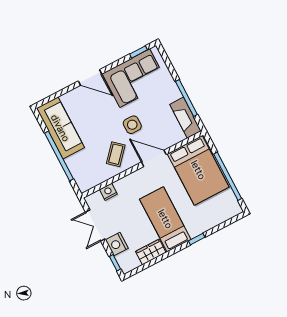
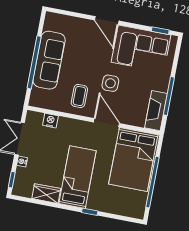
sofa: (60, 128) -> (49, 60), moved
coffee table: (116, 154) -> (79, 96), turned -42
nightstand: (117, 244) -> (22, 161), width x0.53, depth x0.56

